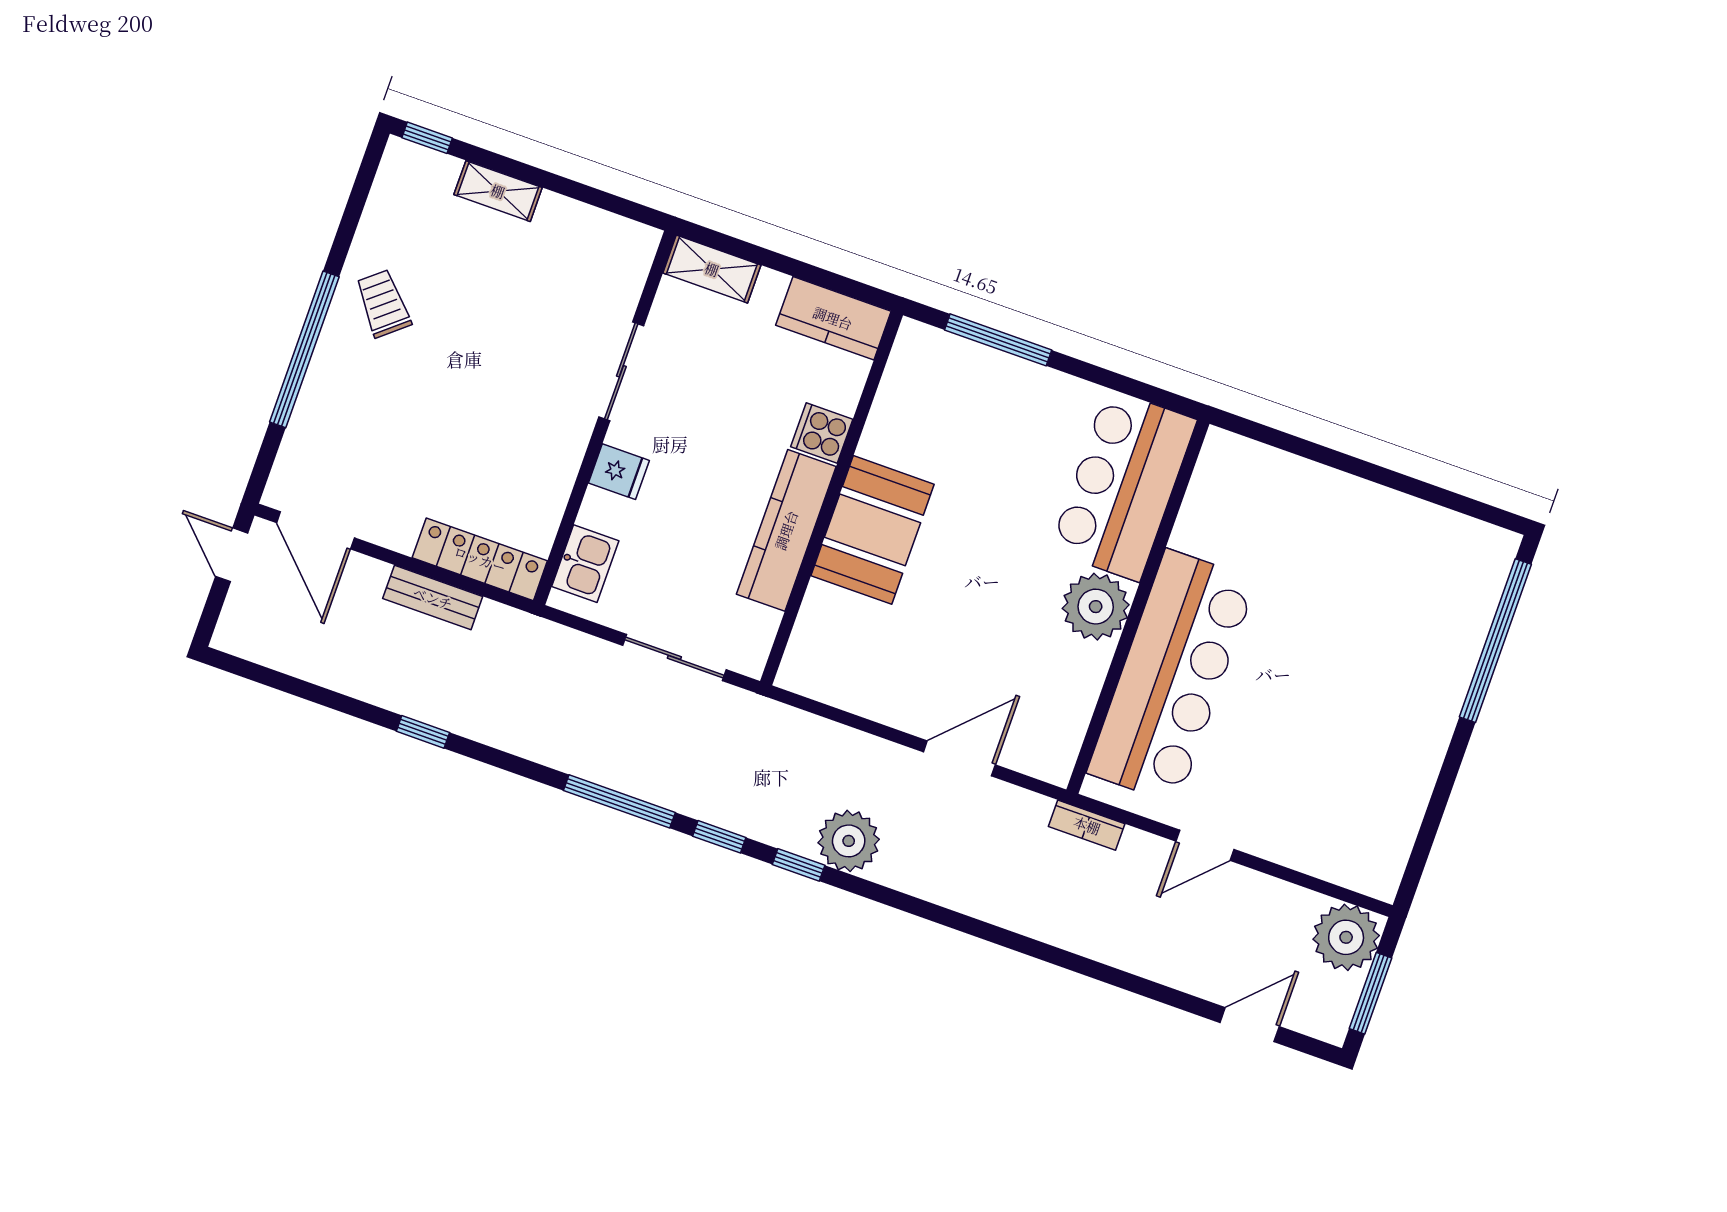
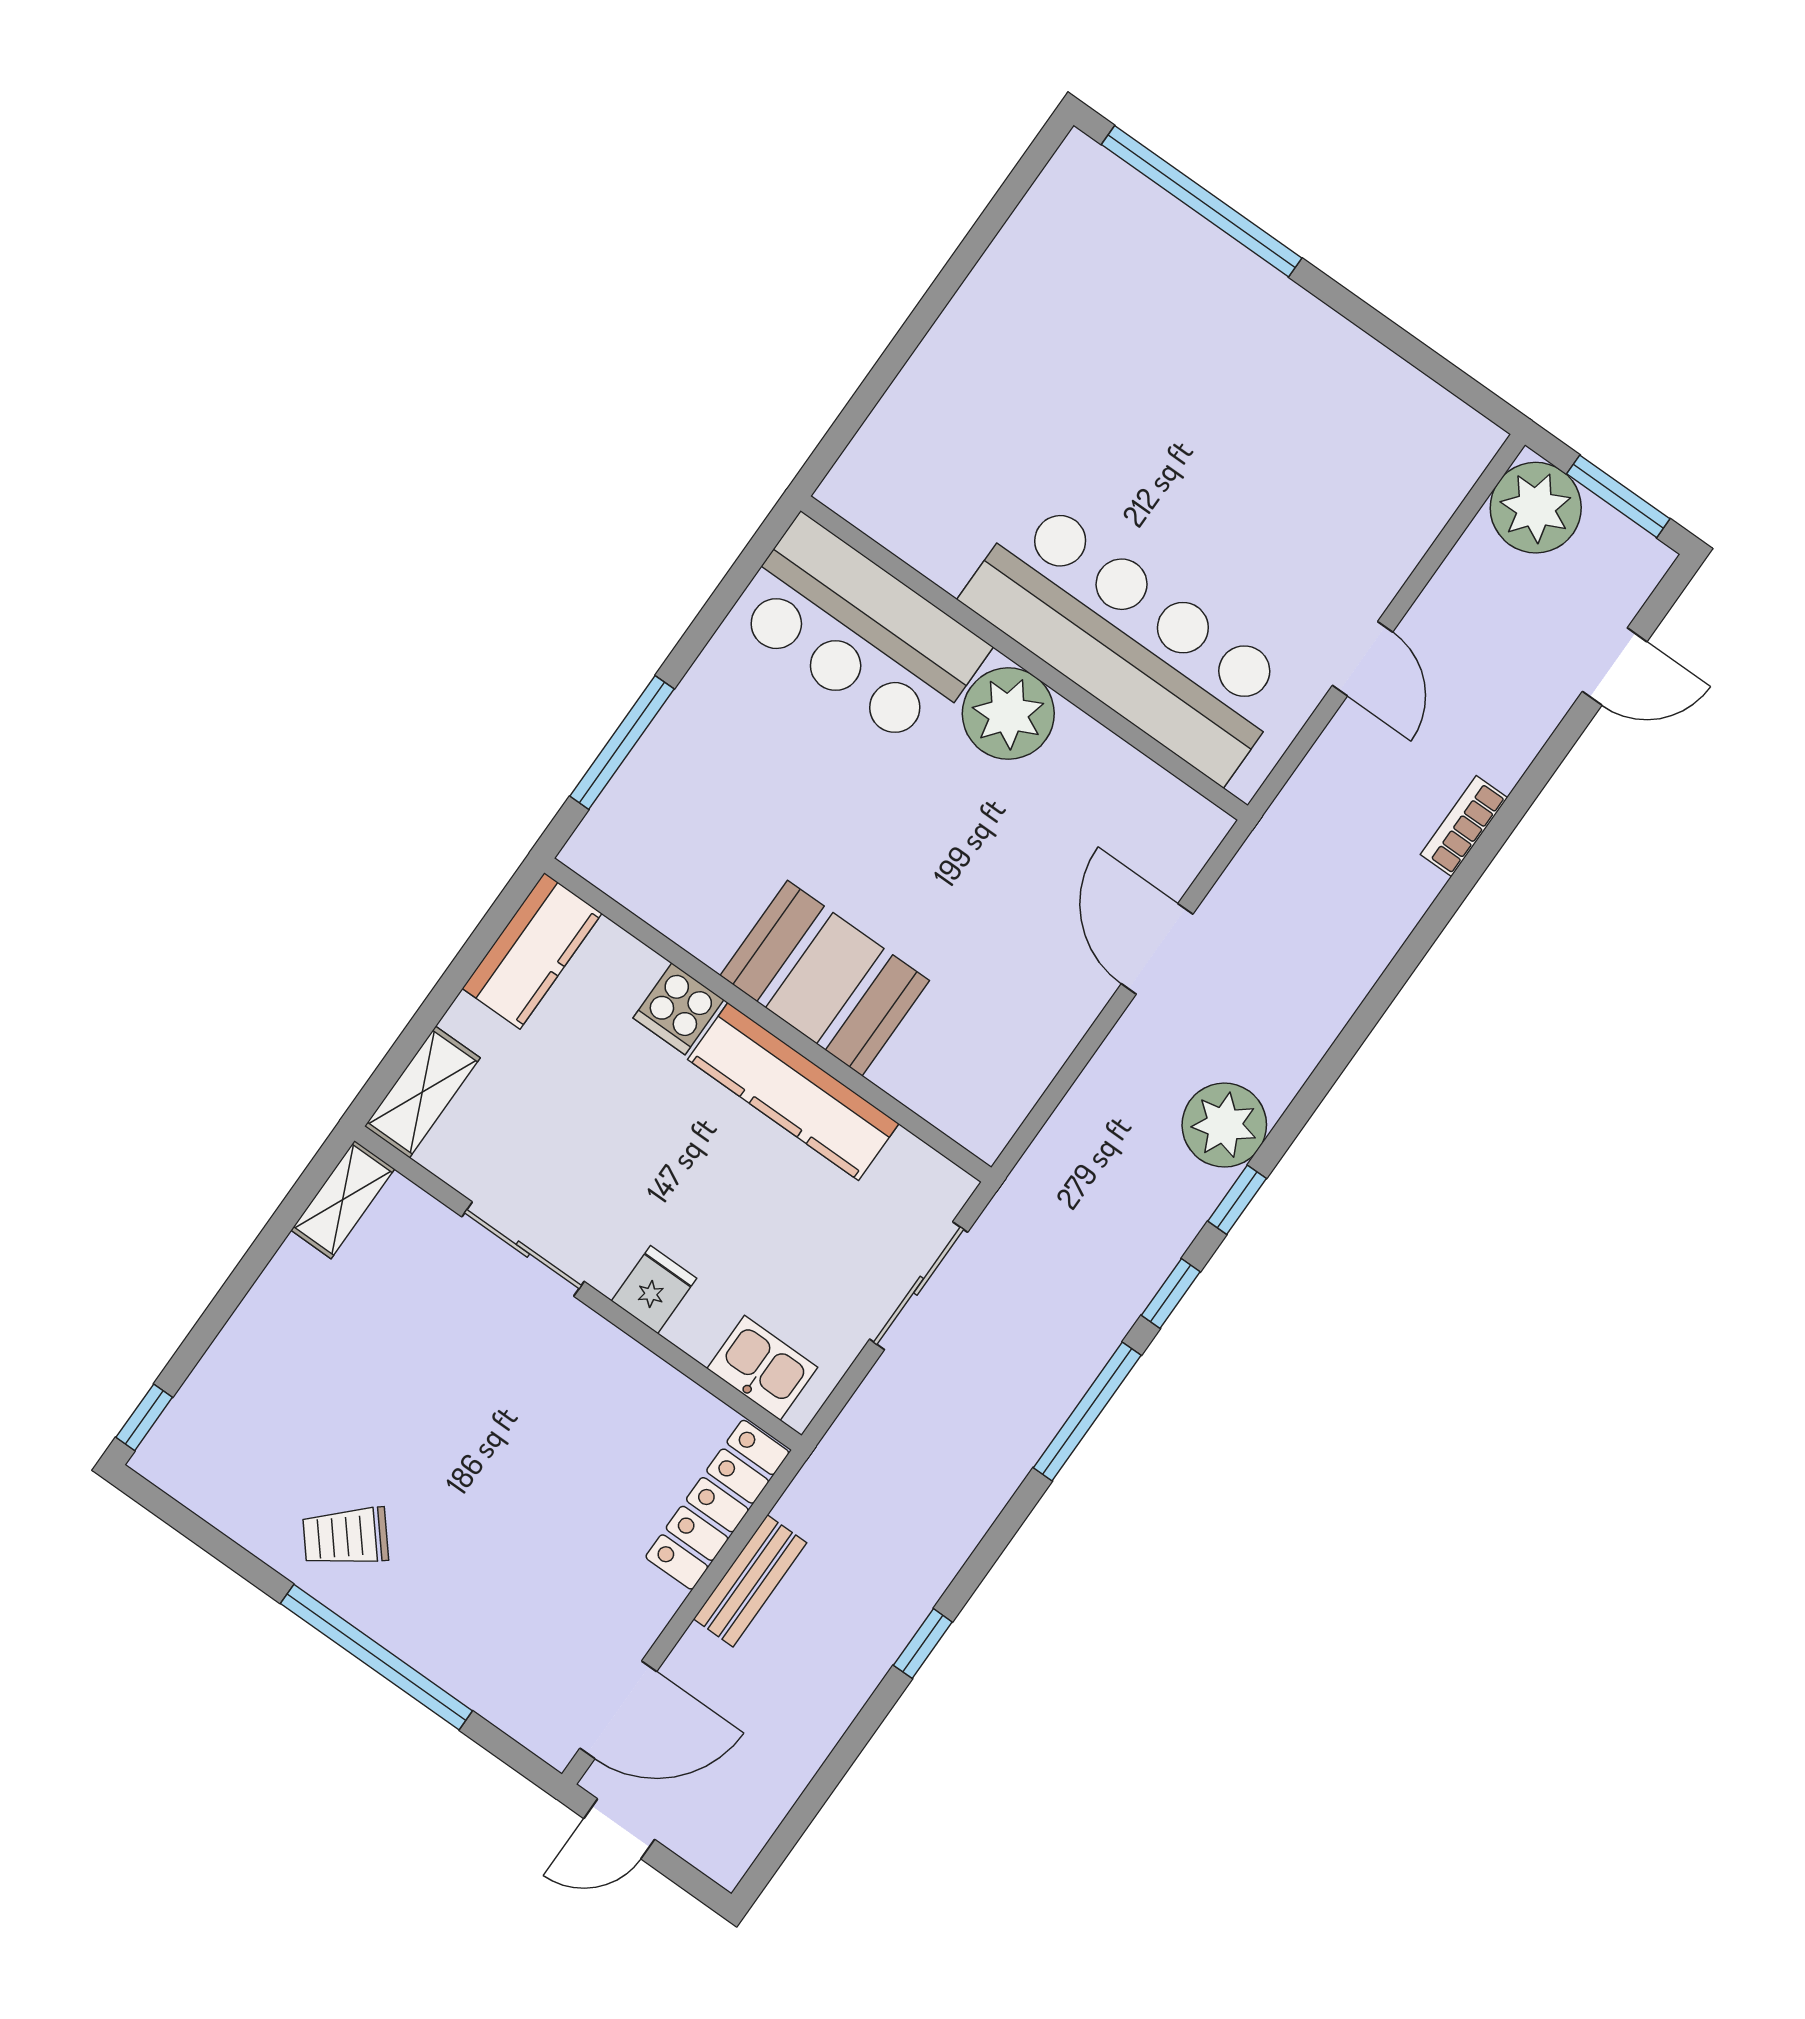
shelving: (498, 191) -> (343, 1200), moved
bookcase: (1087, 825) -> (1464, 826), moved, turned 180
door: (1250, 1025) -> (1615, 667), swing flipped

